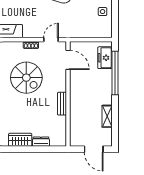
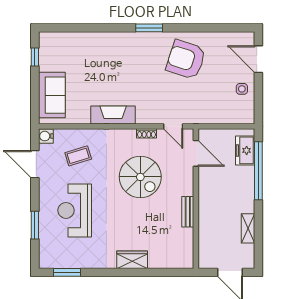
door: (51, 40) -> (173, 126), swing flipped
dresser: (41, 142) -> (160, 262), removed

